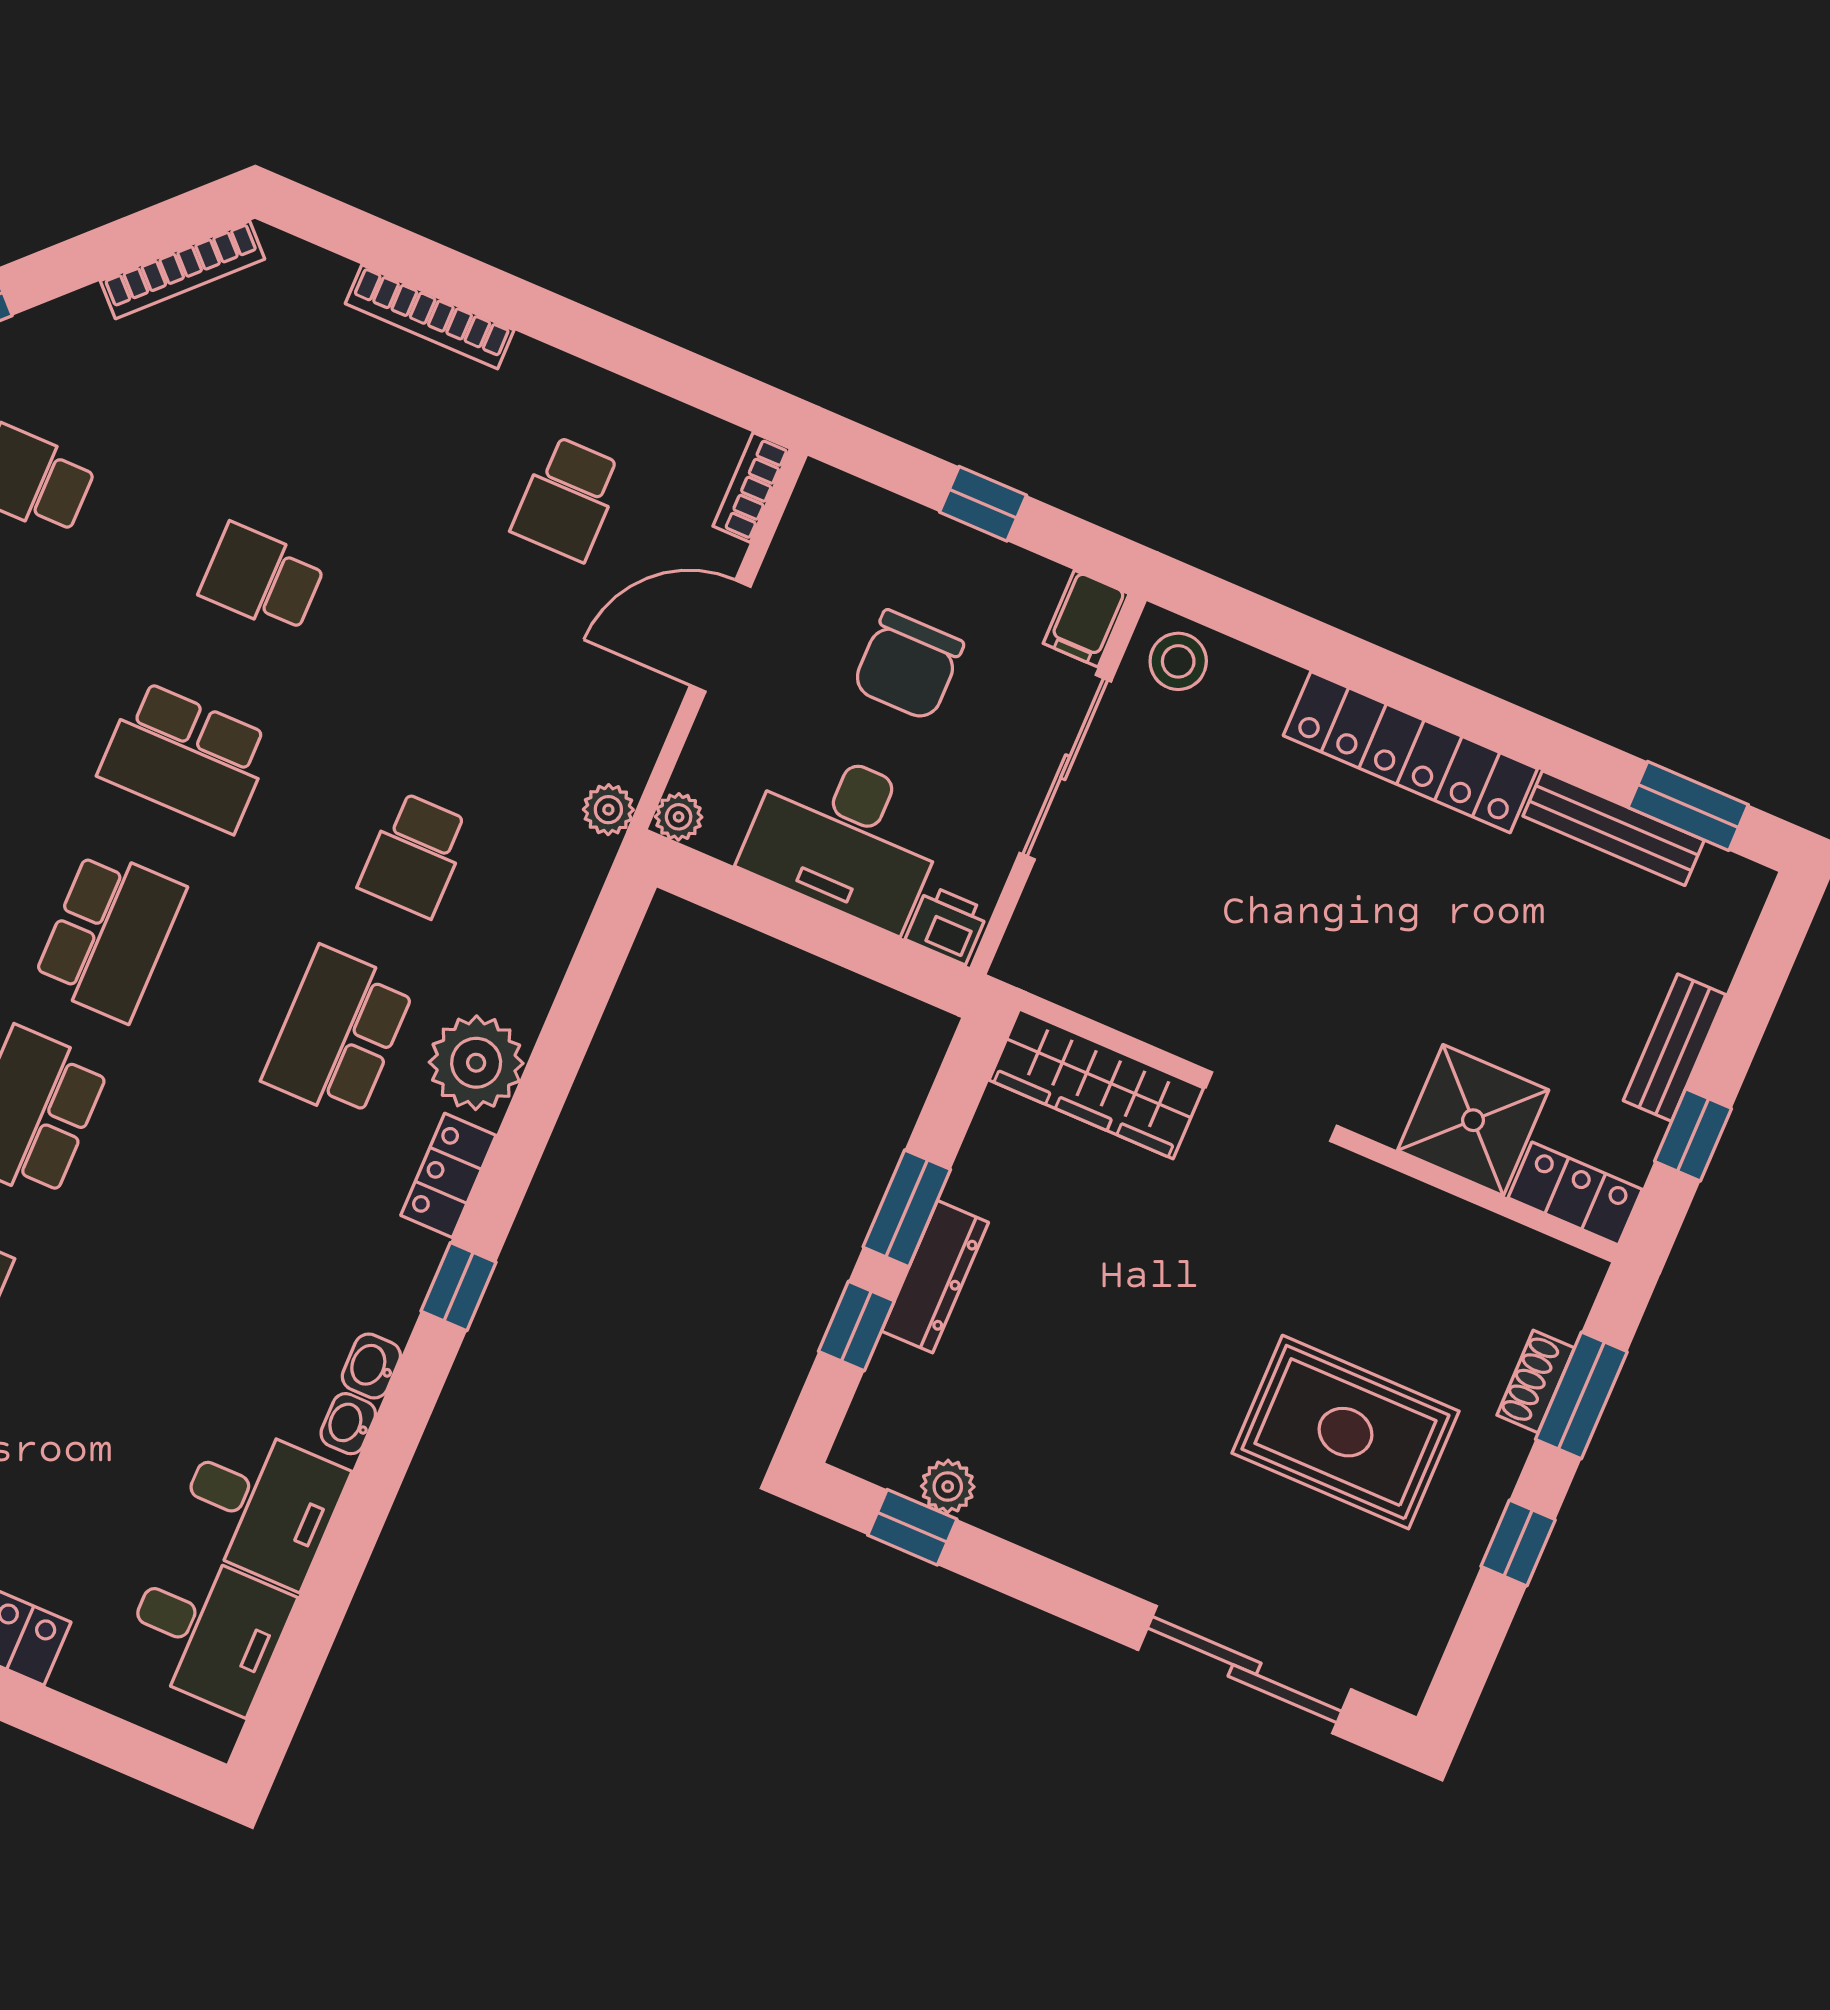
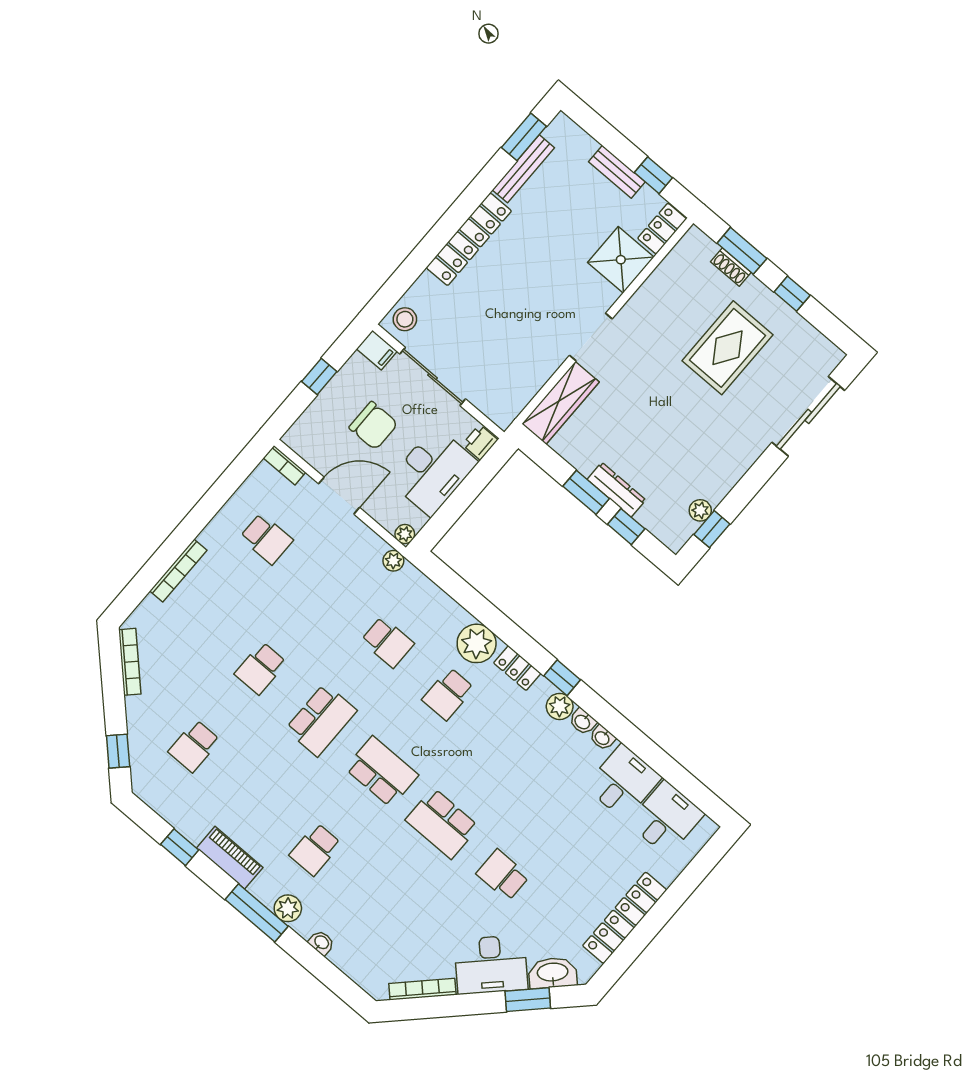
door: (720, 636) -> (339, 496), swing flipped
school desk: (338, 1033) -> (448, 694), width x0.54
plant: (390, 1302) -> (560, 706), added

